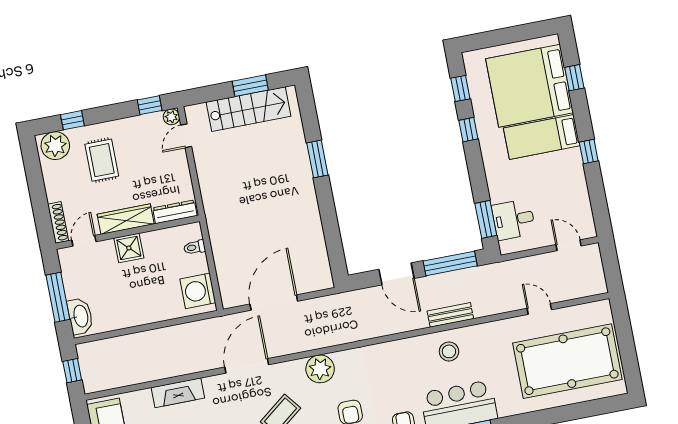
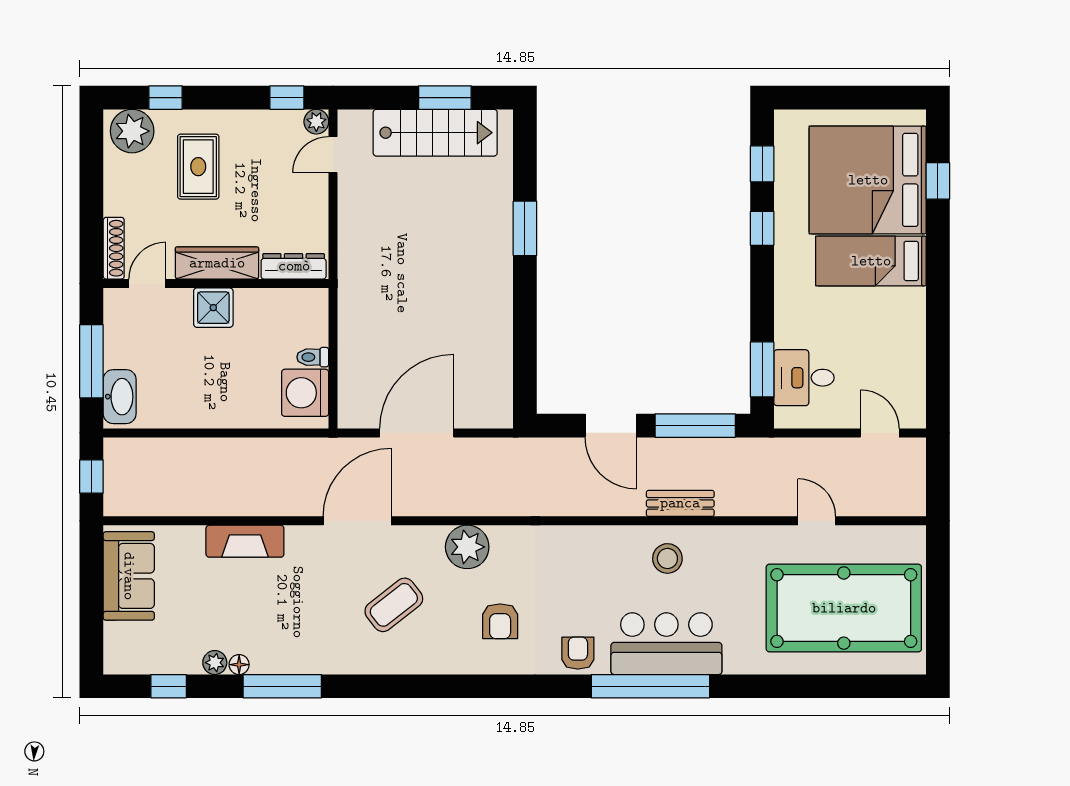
window: (589, 152) -> (938, 297), removed
toilet: (194, 247) -> (313, 357), moved

